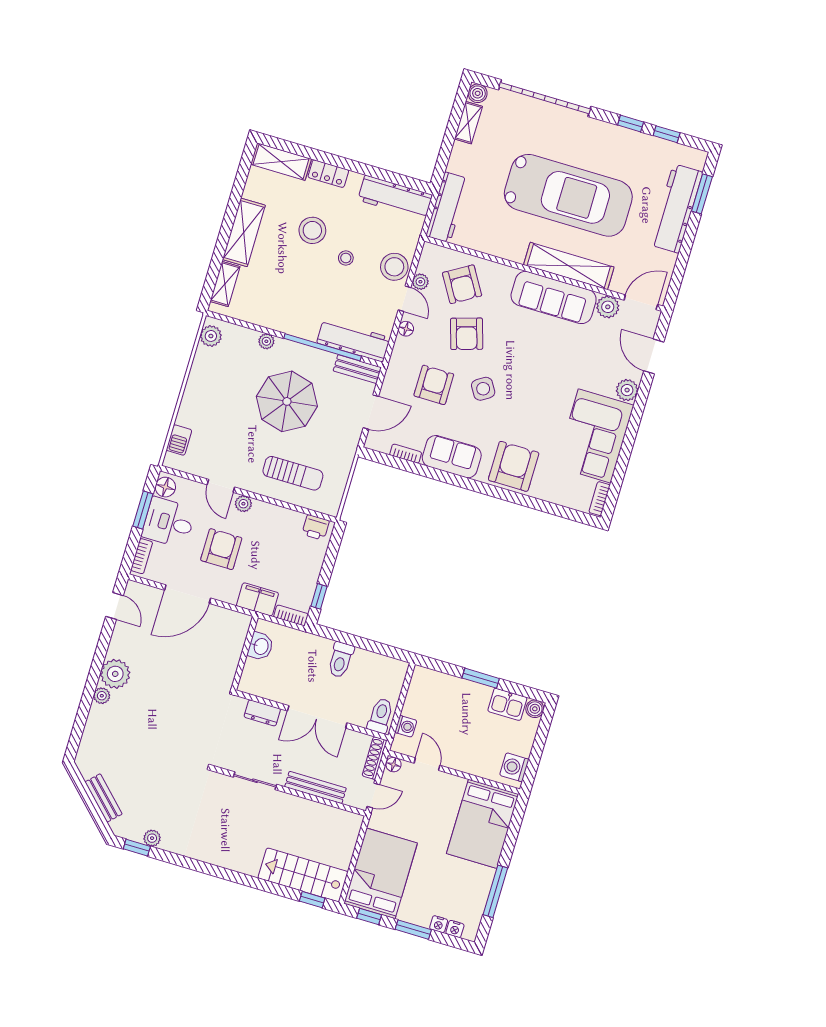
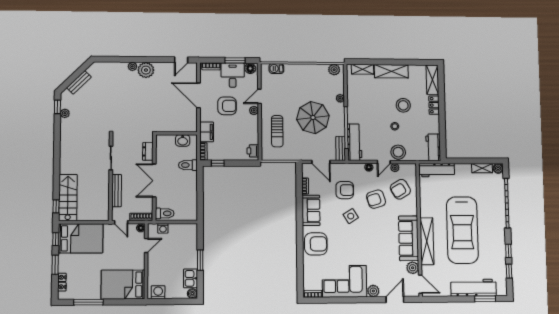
workbench: (395, 197) -> (433, 147), width x0.73
toilet: (341, 660) -> (188, 165), moved

